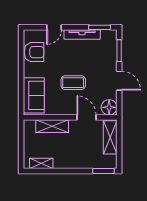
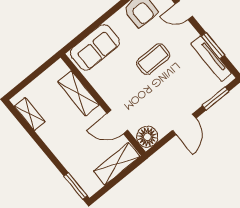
window: (100, 27) -> (213, 46), moved
tv unit: (82, 35) -> (211, 59), moved
coffee table: (73, 83) -> (153, 59), moved, turned 90
door: (87, 117) -> (117, 122), swing flipped

